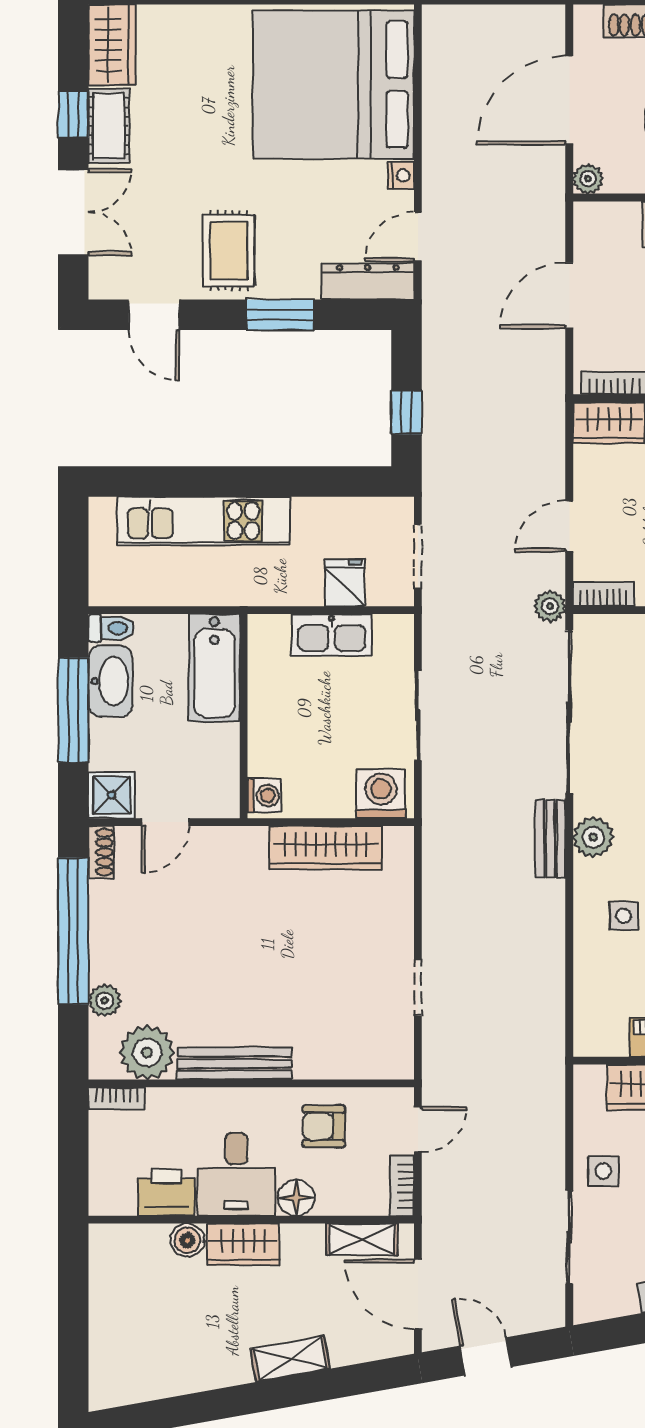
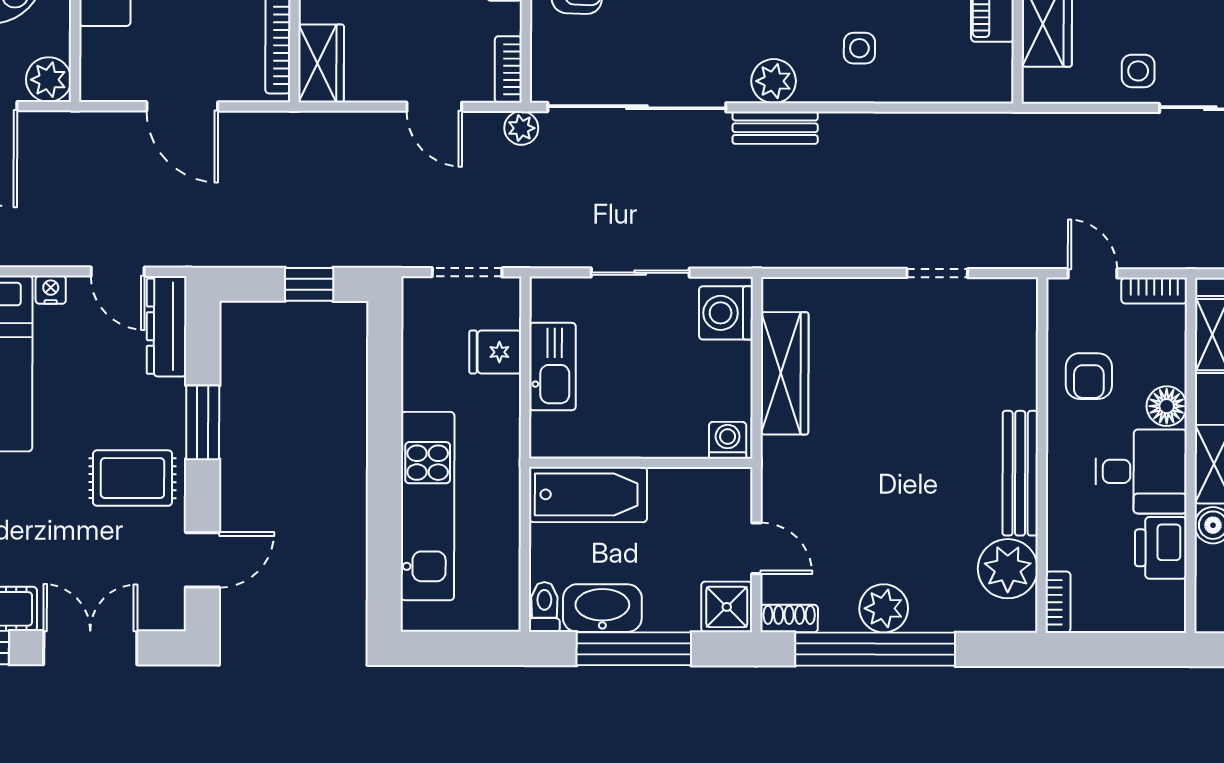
plant: (588, 179) -> (49, 80), width x1.38, depth x1.38
plant: (105, 1001) -> (884, 608), moved, width x1.38, depth x1.38

